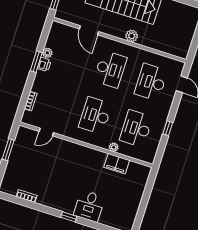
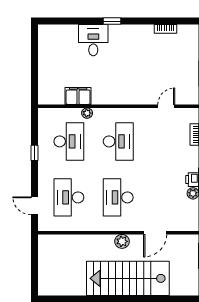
door: (89, 30) -> (155, 233), swing flipped
plant: (132, 36) -> (122, 241), moved
desk: (151, 82) -> (69, 197), turned 180

